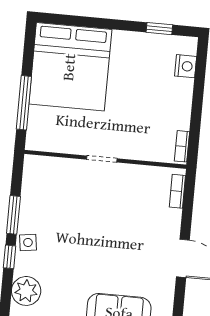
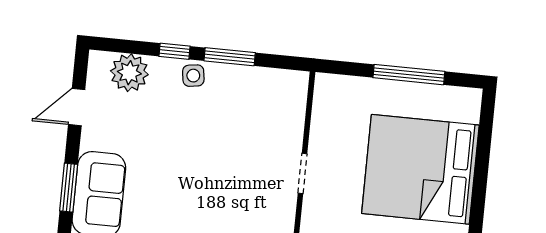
bed: (70, 67) -> (420, 169), moved
window: (24, 103) -> (409, 75), moved

